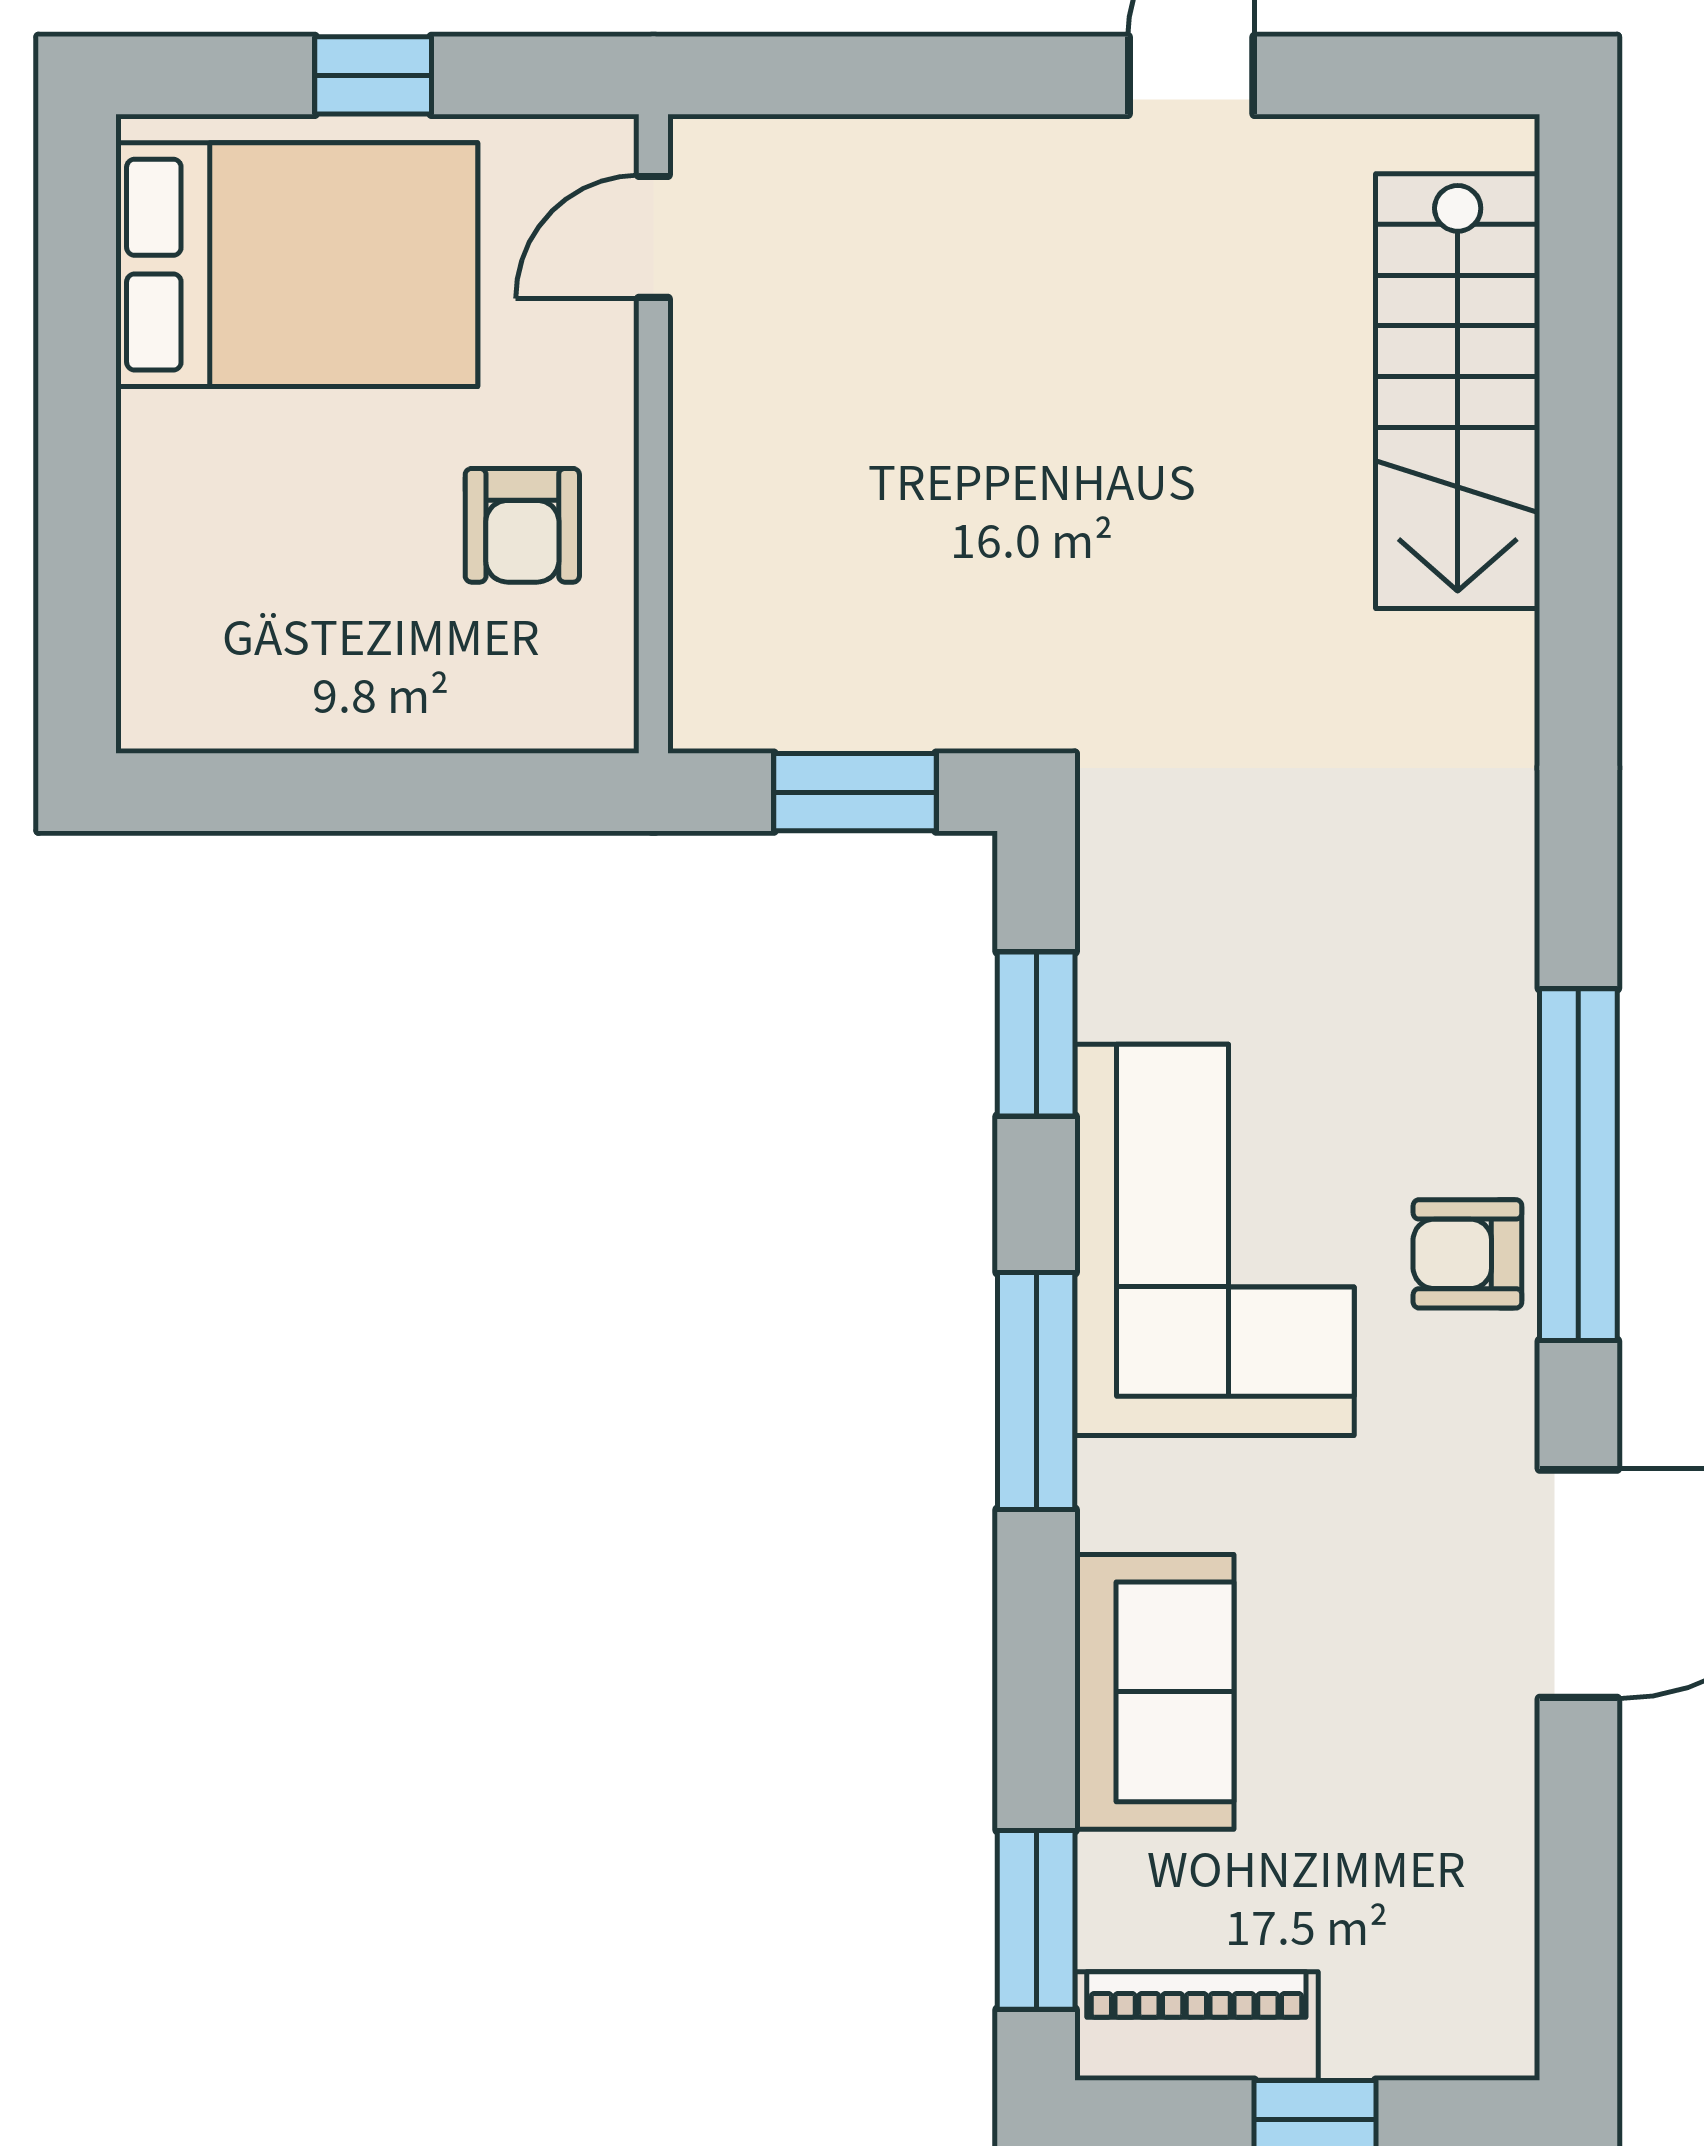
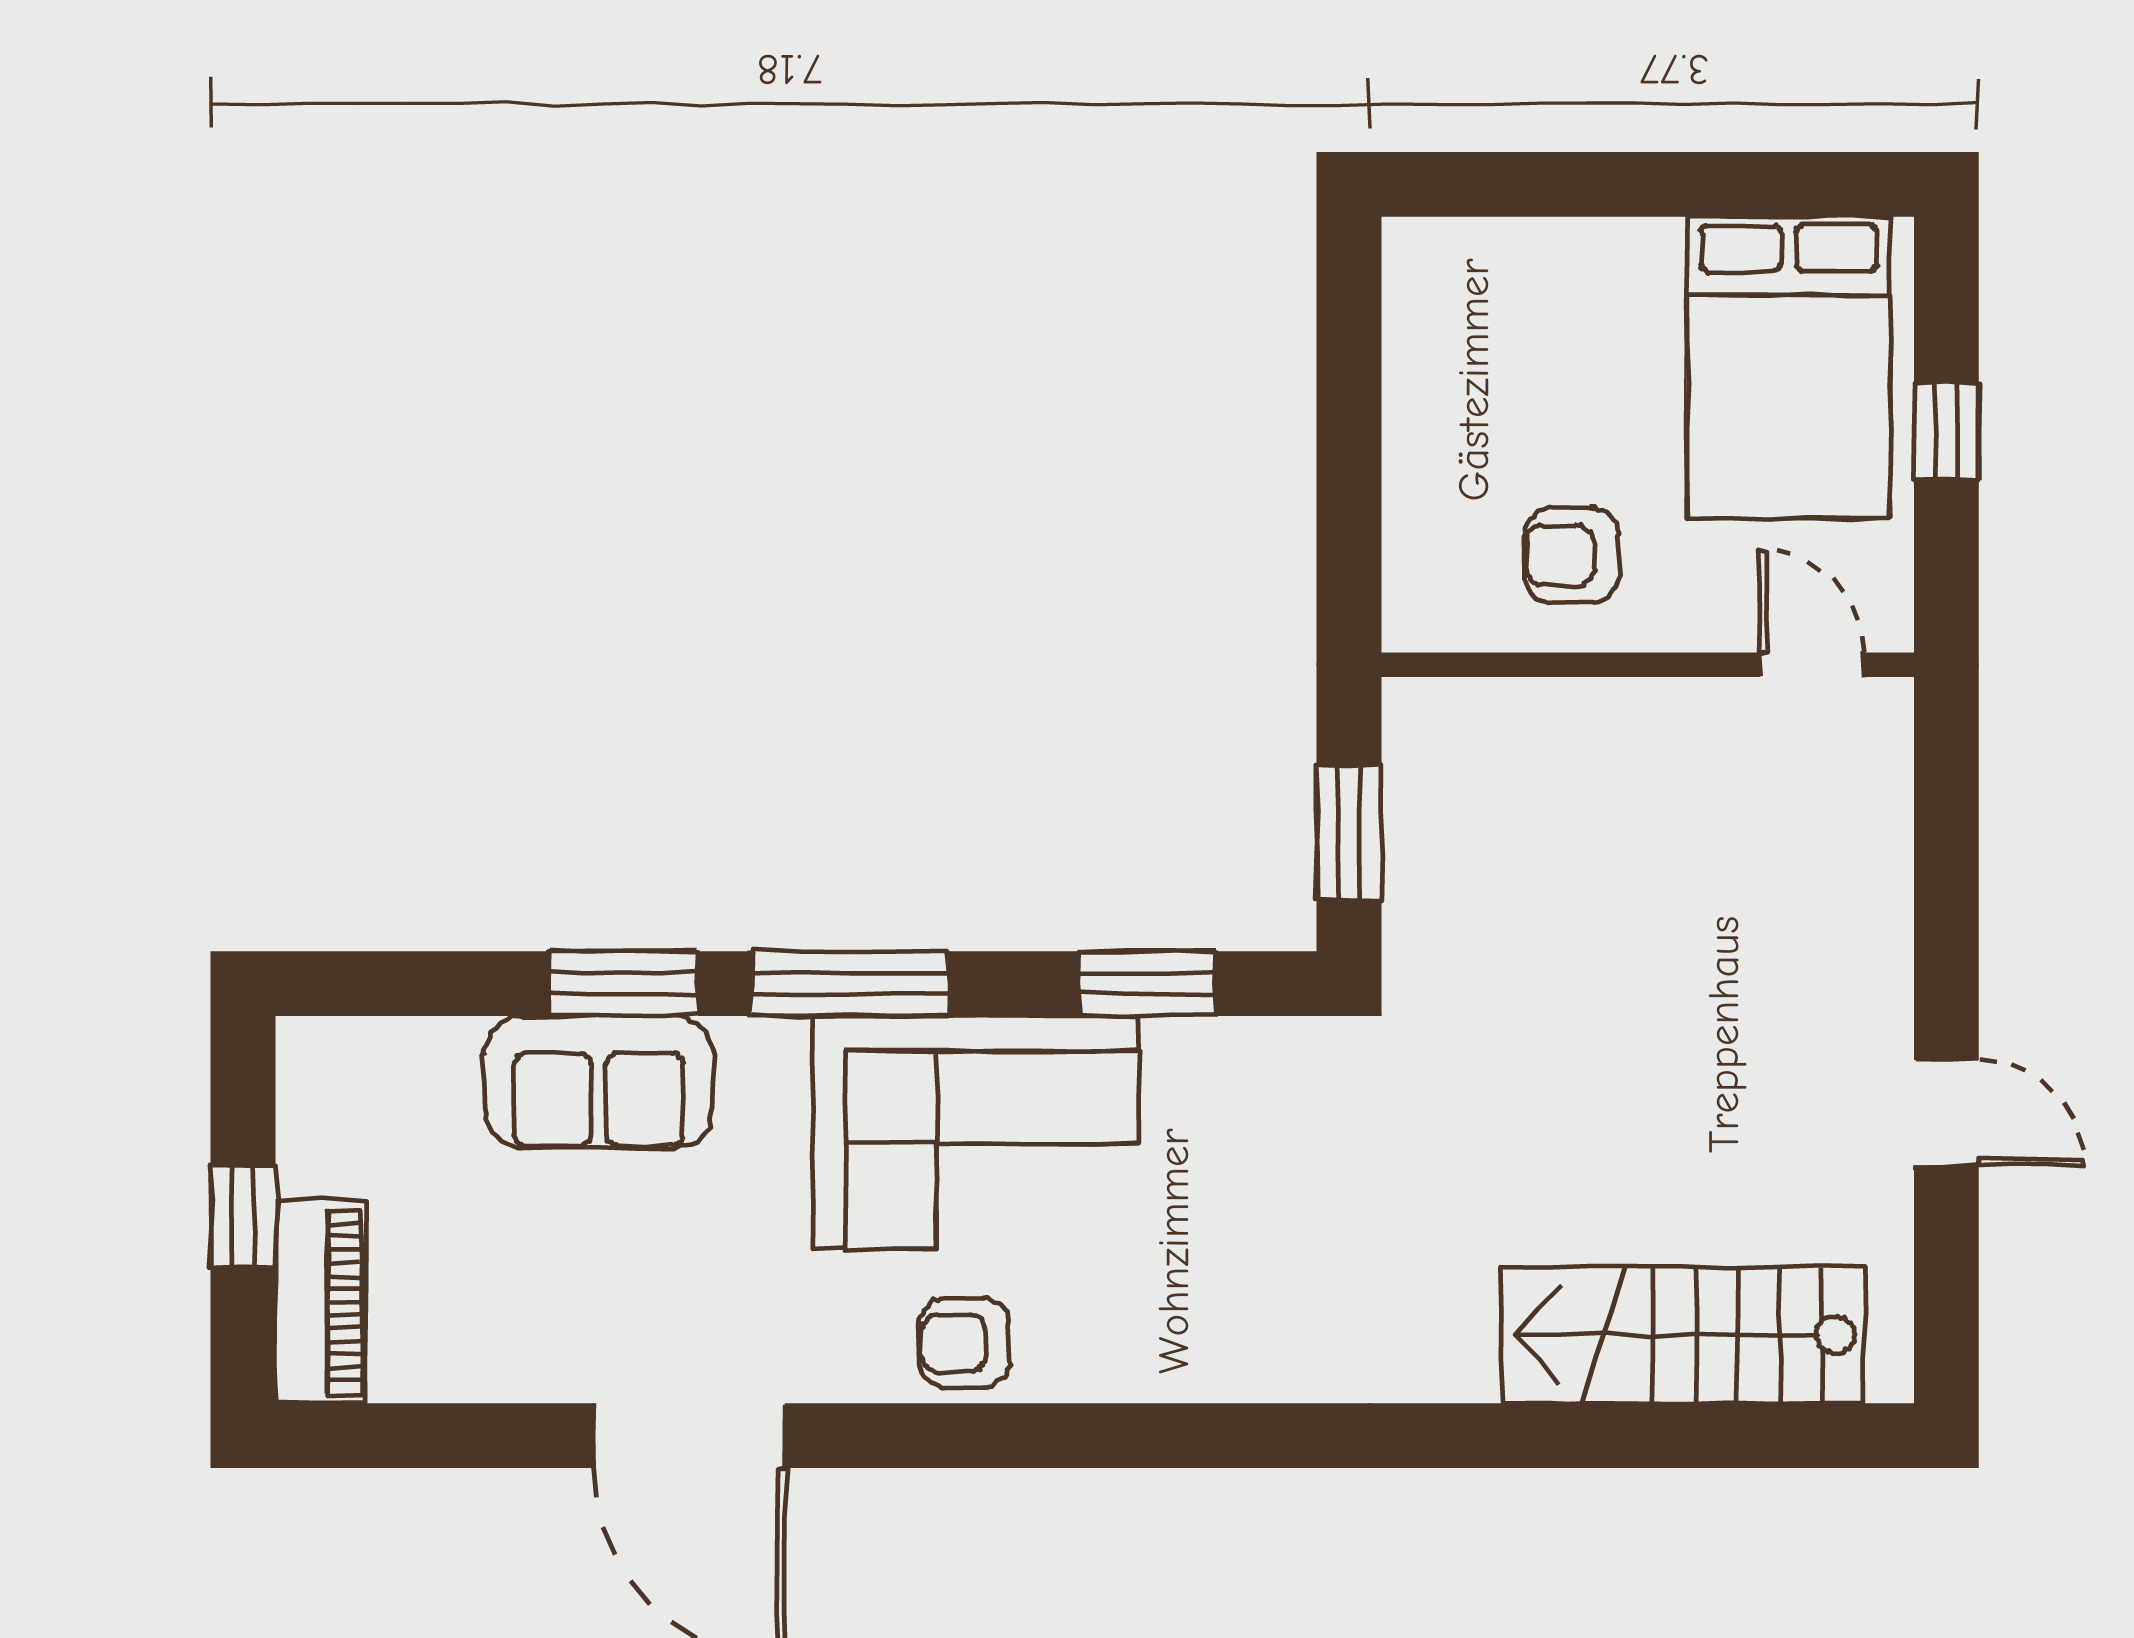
window: (1578, 1165) -> (1038, 1436), removed
armchair: (1467, 1254) -> (964, 1343), turned -90
window: (1036, 1920) -> (623, 984), moved
piano: (1196, 2026) -> (321, 1302), moved

